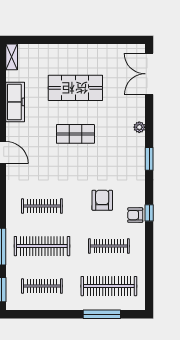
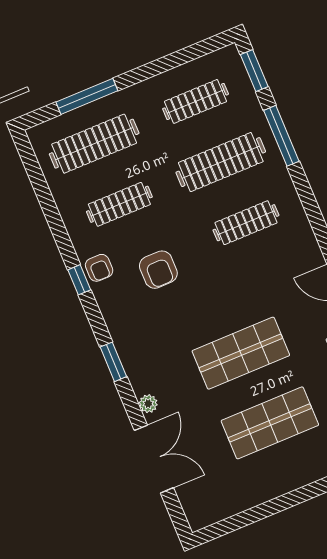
double door: (149, 74) -> (154, 459), moved
shop shelf: (75, 134) -> (241, 353), width x1.43, depth x1.36
armchair: (135, 215) -> (99, 268), turned 90

